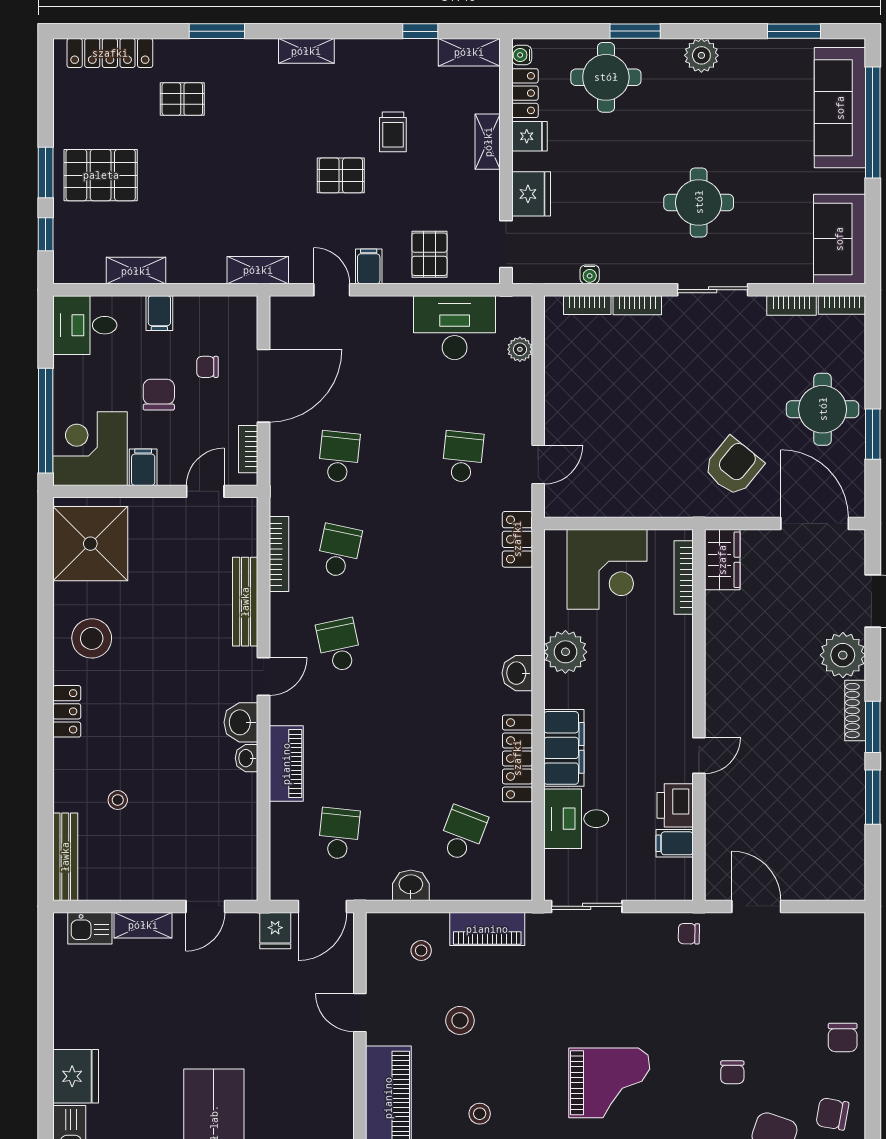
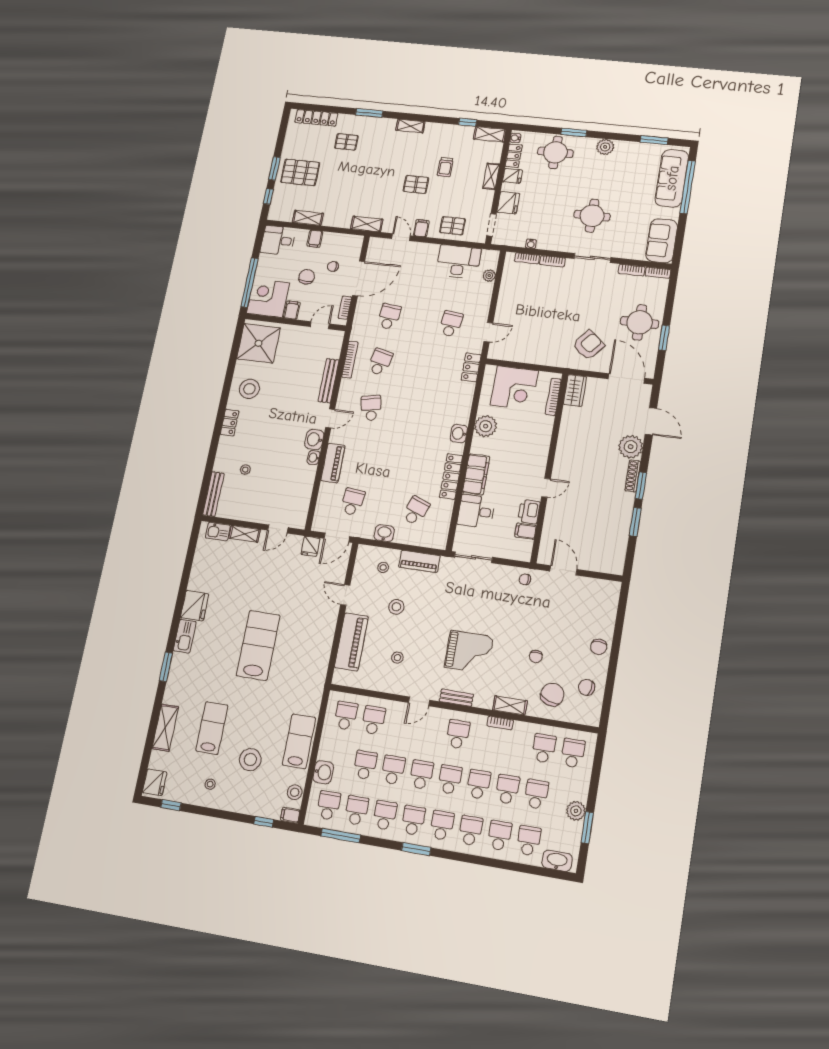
pallet: (429, 254) -> (452, 226), turned 90

